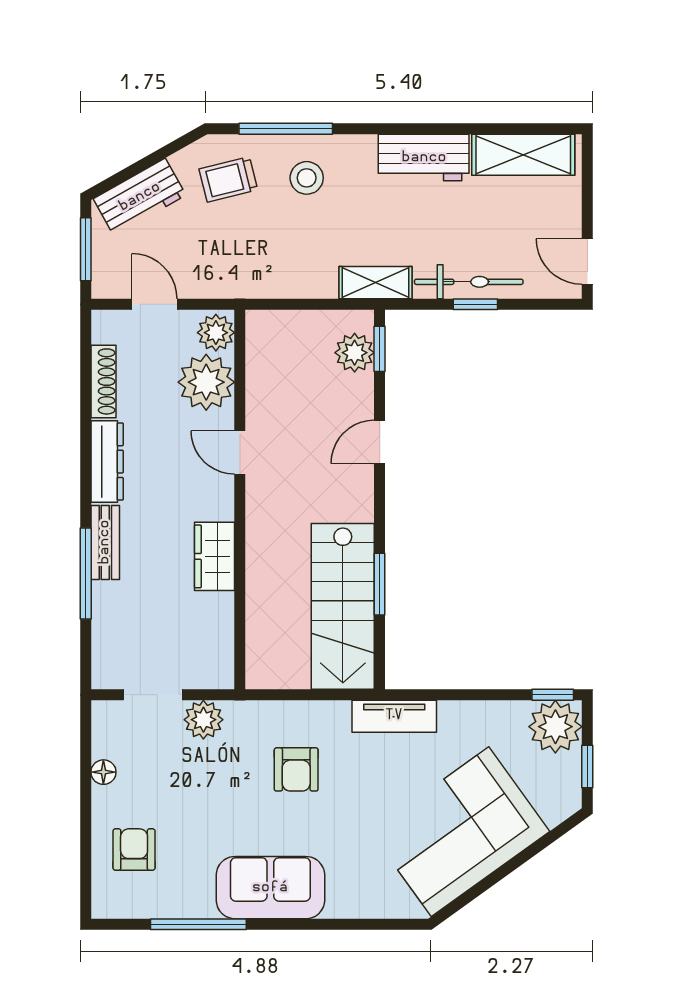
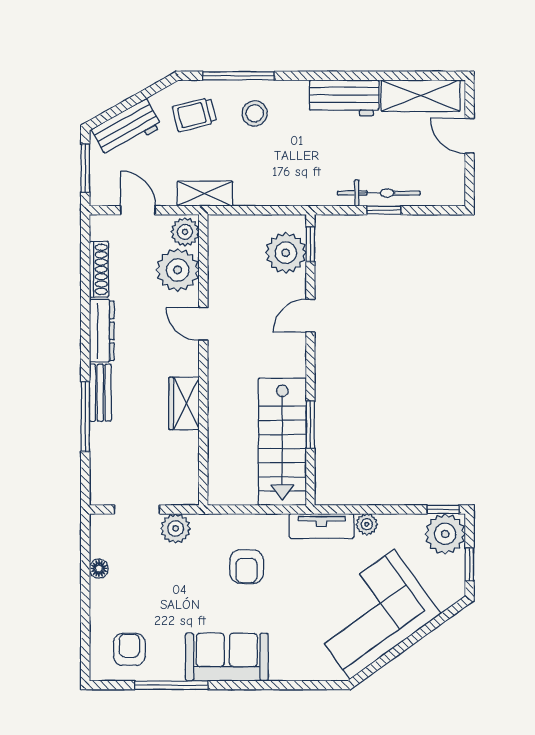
door: (587, 262) -> (470, 136), moved
shelving: (375, 283) -> (205, 194), moved
plant: (355, 353) -> (286, 253), width x1.36, depth x1.36
plant: (453, 714) -> (367, 524), added
armchair: (134, 849) -> (129, 649), moved

